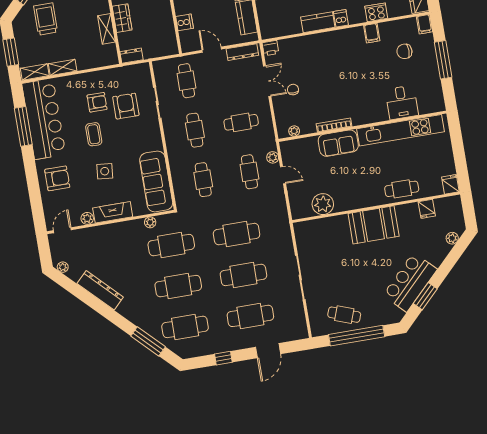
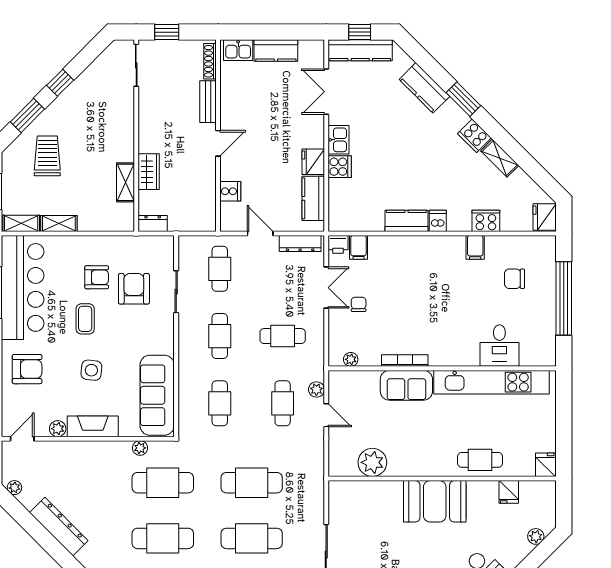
filing cabinet: (425, 24) -> (358, 247), moved
window: (443, 60) -> (564, 298), width x1.46

